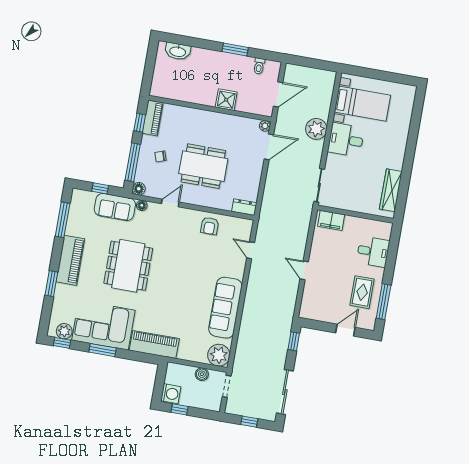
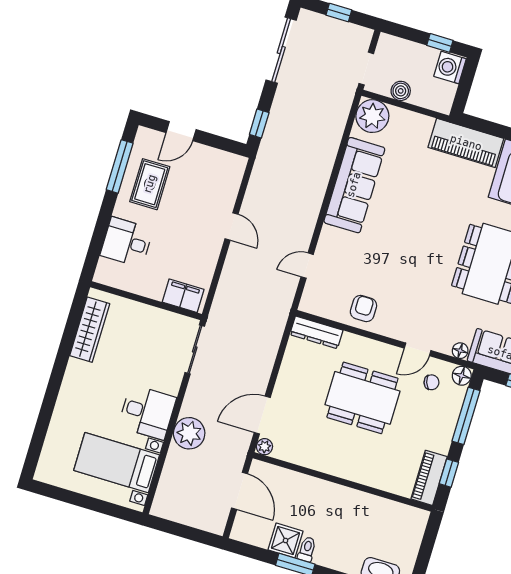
toilet: (259, 66) -> (307, 549), moved
door: (278, 94) -> (240, 491), swing flipped
shower: (226, 100) -> (286, 540), moved
chair: (160, 156) -> (431, 382), moved
dresser: (244, 207) -> (316, 332), width x1.44
door: (251, 250) -> (307, 266), swing flipped

